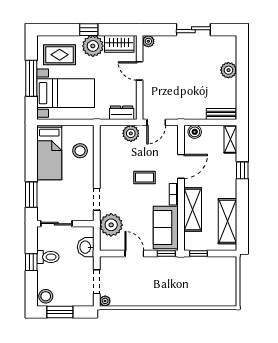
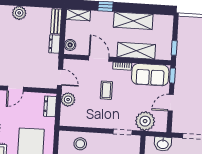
dresser: (195, 114) -> (54, 44), added
shelving: (227, 221) -> (133, 21), moved

